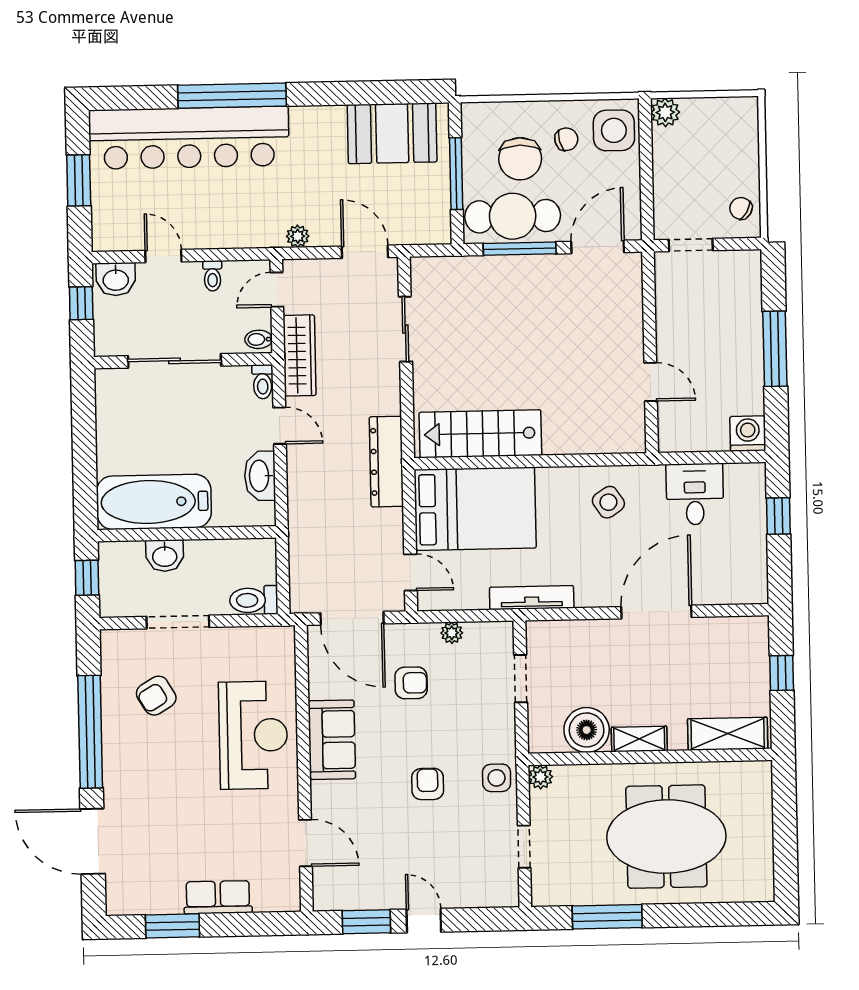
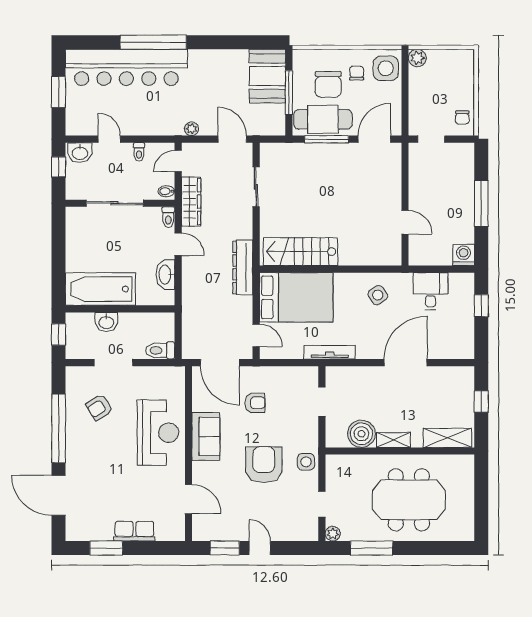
booth: (392, 133) -> (267, 76), moved, turned 90
chair: (566, 139) -> (357, 73), turned -75
chair: (741, 208) -> (462, 117), turned -120
plant: (452, 633) -> (280, 373), removed
plant: (540, 777) -> (333, 534), moved
armchair: (428, 784) -> (264, 465), width x1.88, depth x1.88

